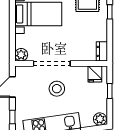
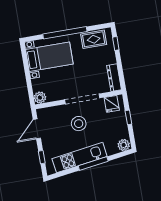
dresser: (102, 51) -> (114, 78), width x1.44
doorway: (52, 64) -> (82, 99), moved

